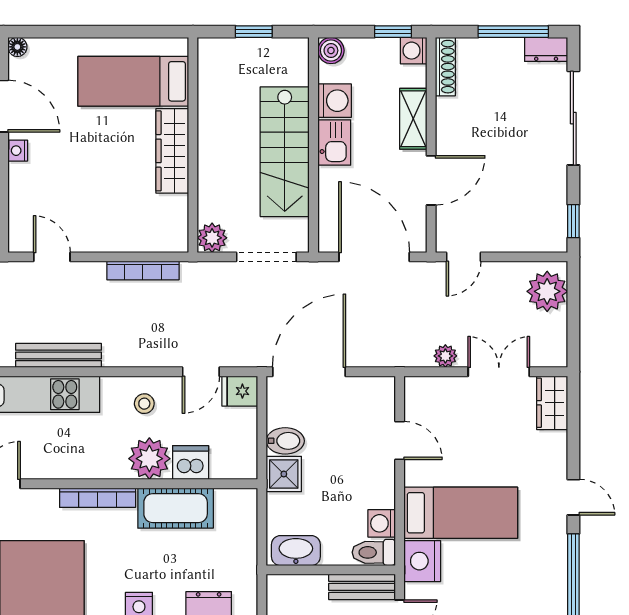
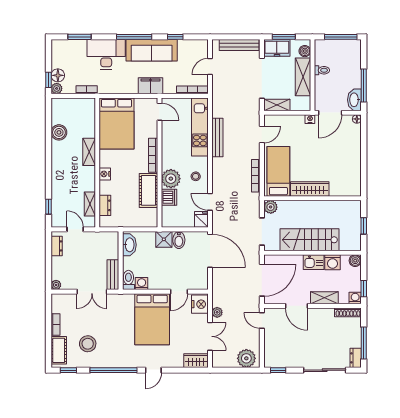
bed: (133, 81) -> (278, 171), moved
bed: (461, 513) -> (152, 319), width x1.50
nightstand: (422, 561) -> (200, 304), moved, turned 90

